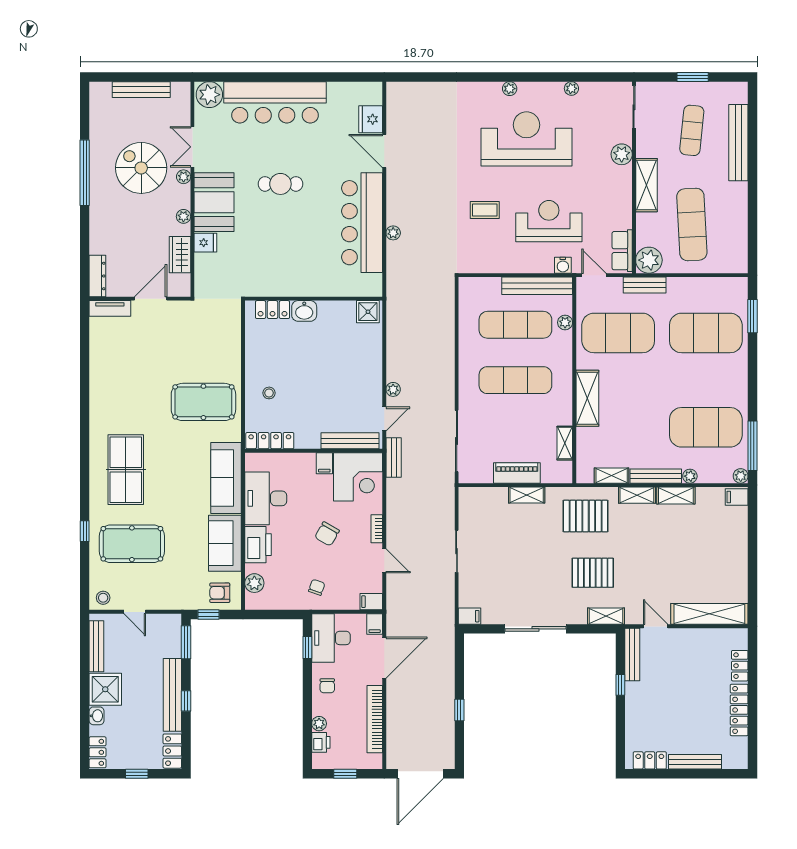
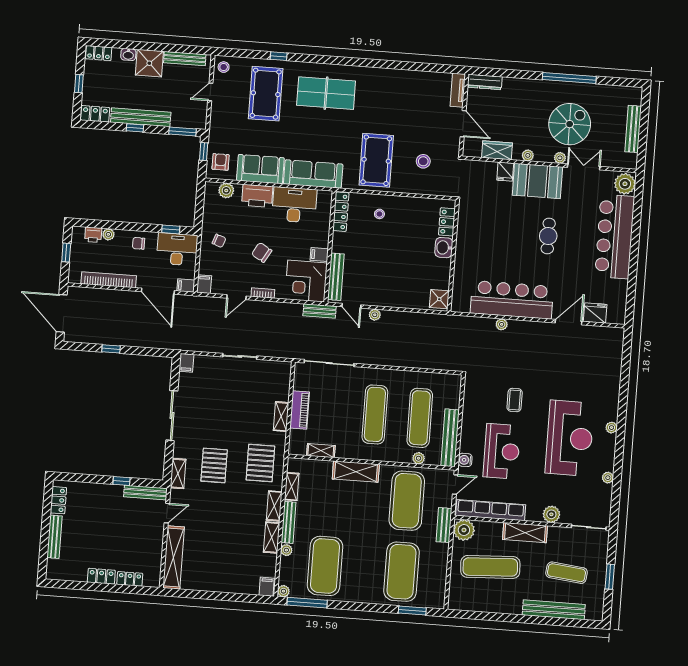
row of seats: (622, 251) -> (491, 510), width x2.02
stool: (200, 344) -> (423, 161), added
locker: (739, 710) -> (101, 576), width x0.66

